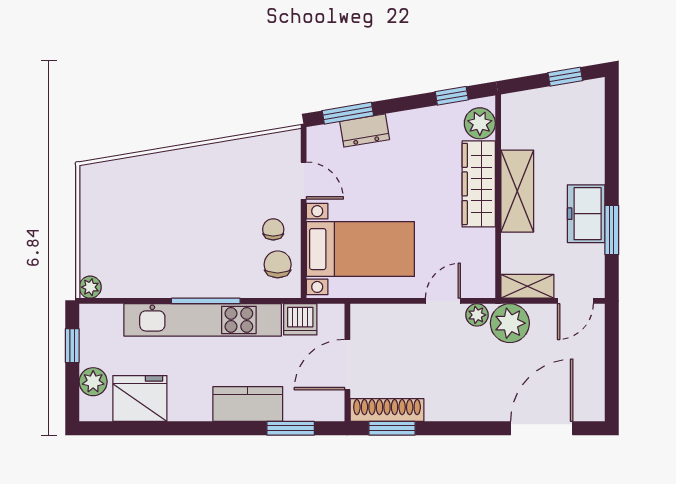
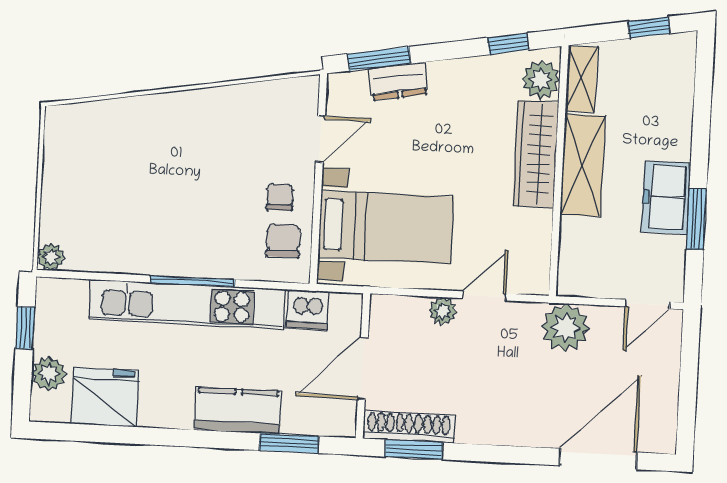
door: (304, 181) -> (320, 139), hinge flipped
shelving: (527, 286) -> (581, 79), moved, turned 90
plant: (477, 315) -> (443, 311), moved

